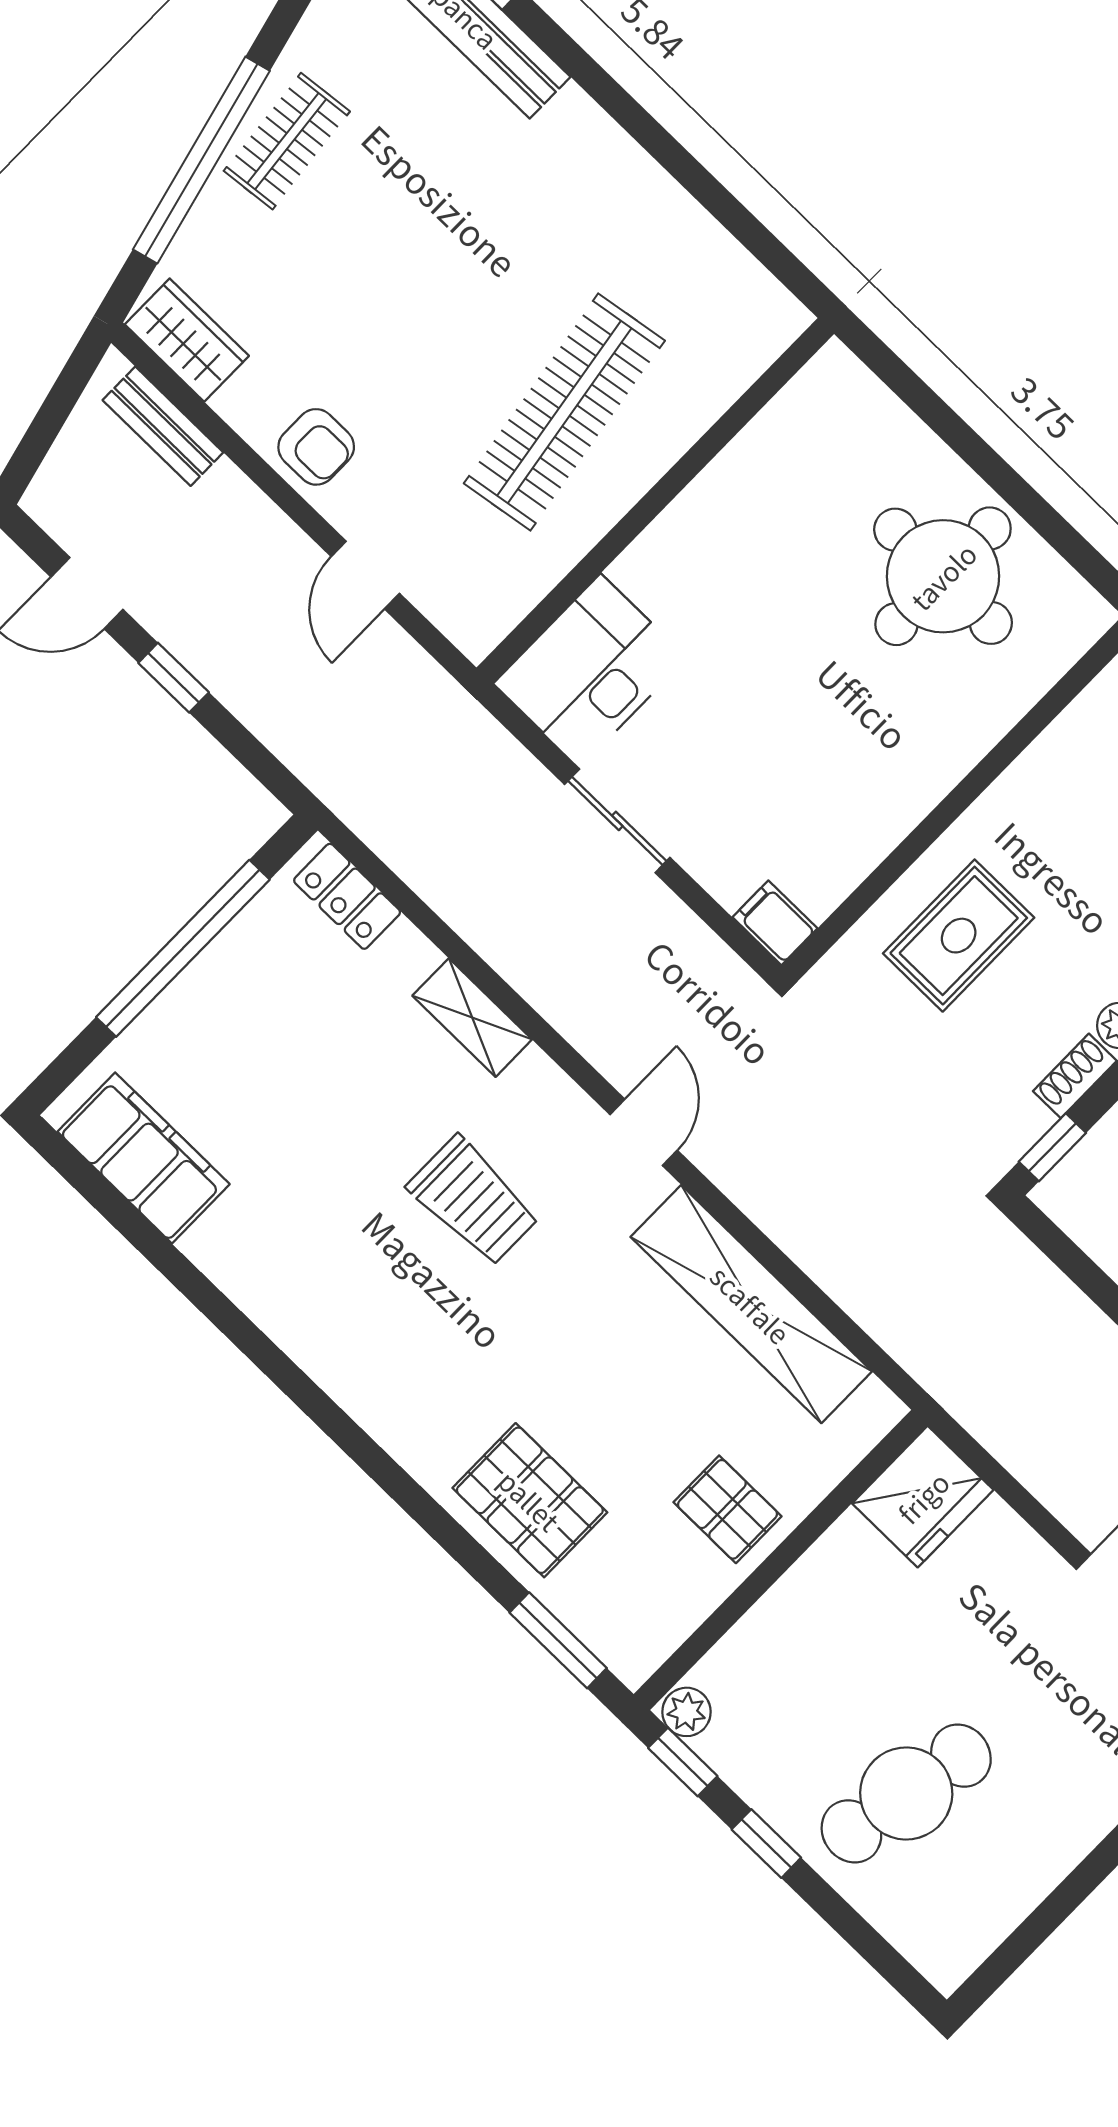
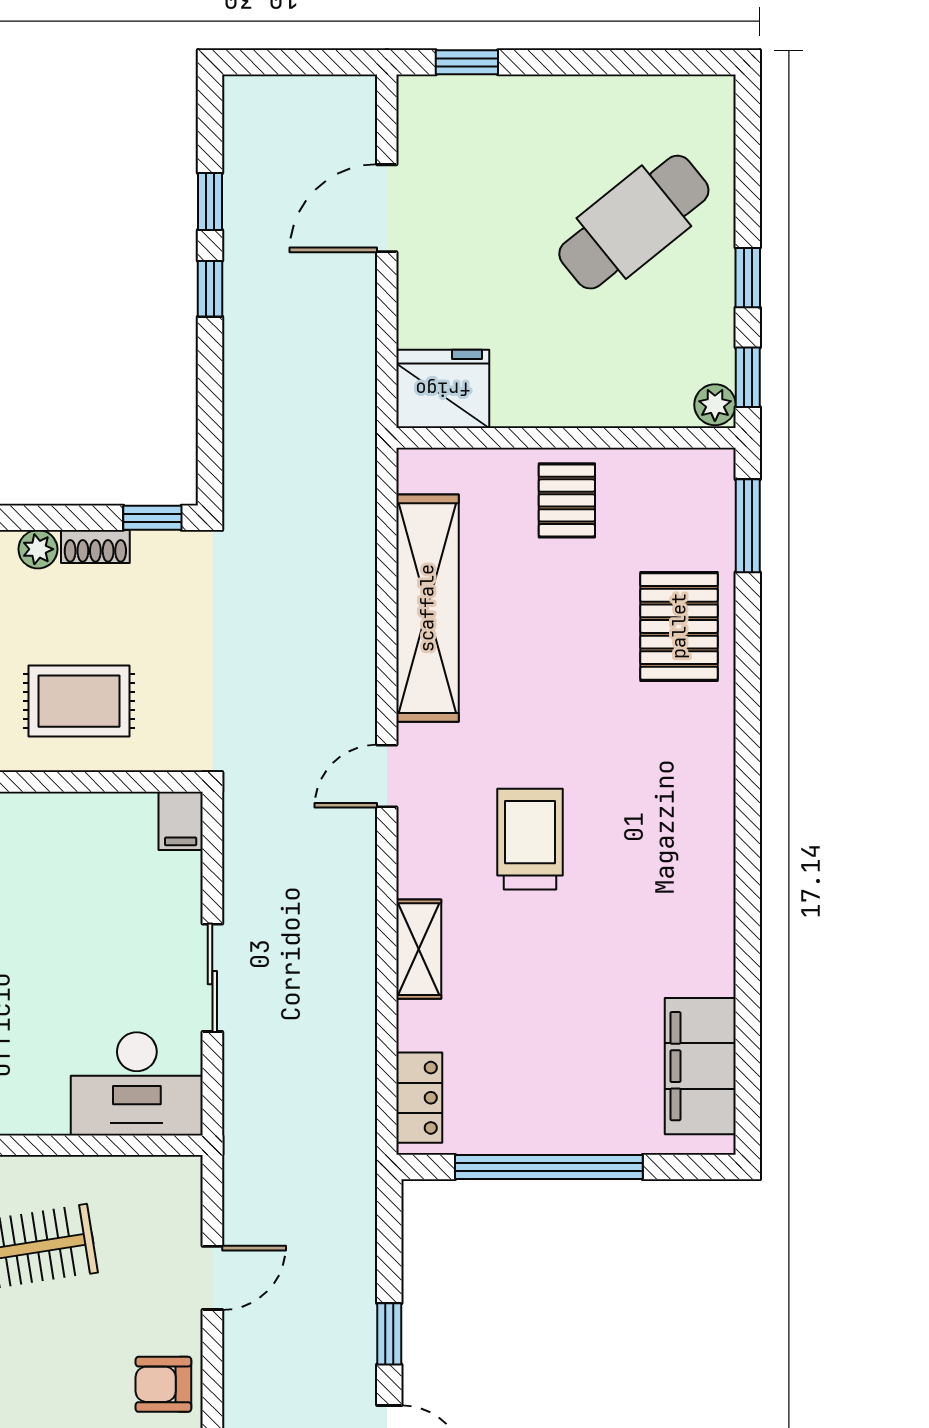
armchair: (316, 447) -> (163, 1384), turned -90
cafe table: (906, 1793) -> (634, 222), turned -50

